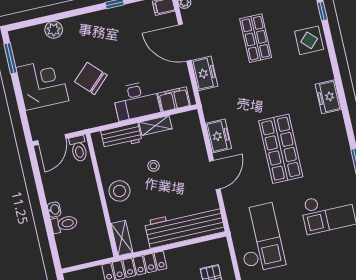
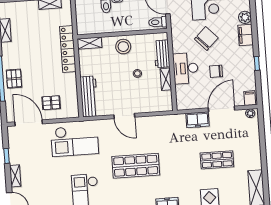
chair: (134, 58) -> (216, 71), added
filing cabinet: (174, 99) -> (245, 35), moved, turned 180
freezer: (219, 136) -> (152, 123), removed
workbench: (185, 226) -> (89, 96), width x0.73, depth x0.76

